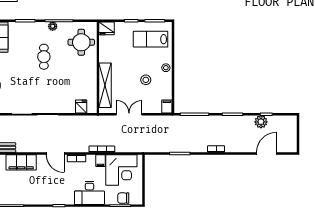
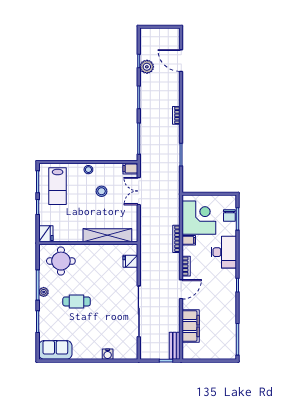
double door: (129, 114) -> (139, 191), moved

